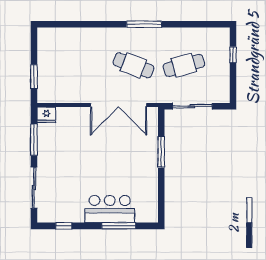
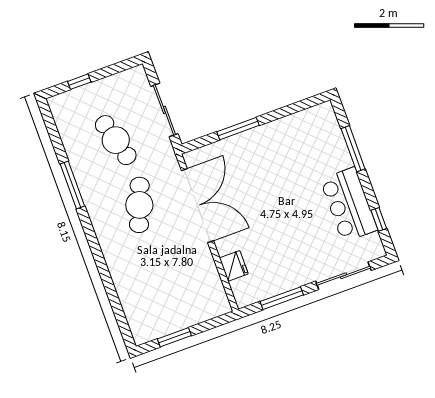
window: (144, 24) -> (72, 185), moved
window: (34, 77) -> (174, 337), moved
fridge: (46, 115) -> (234, 266), moved
bar counter: (110, 209) -> (349, 205), moved

